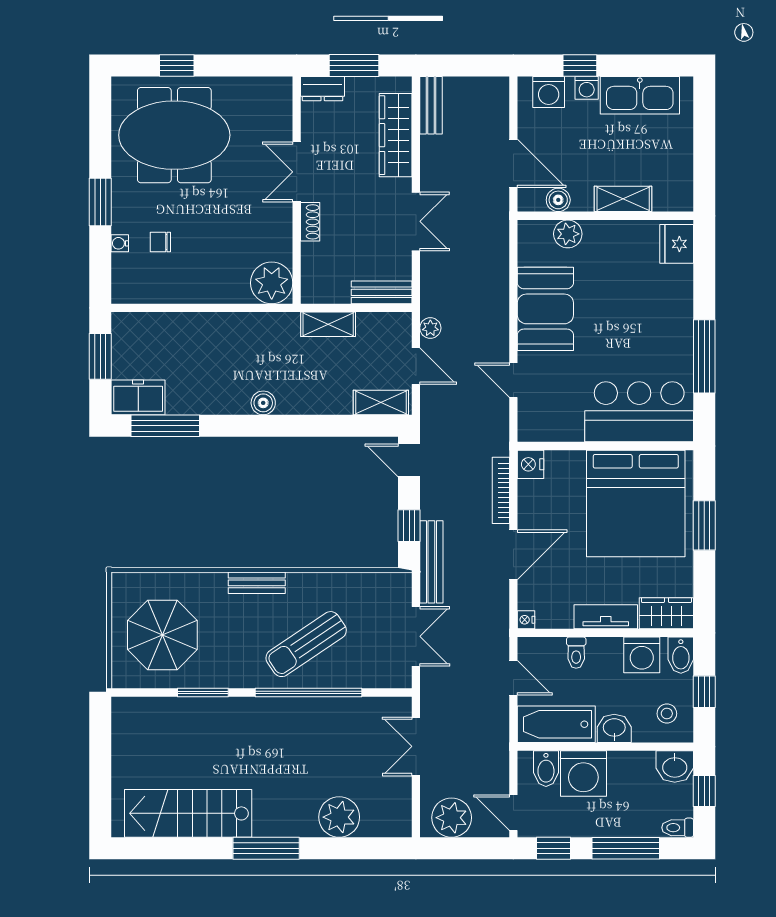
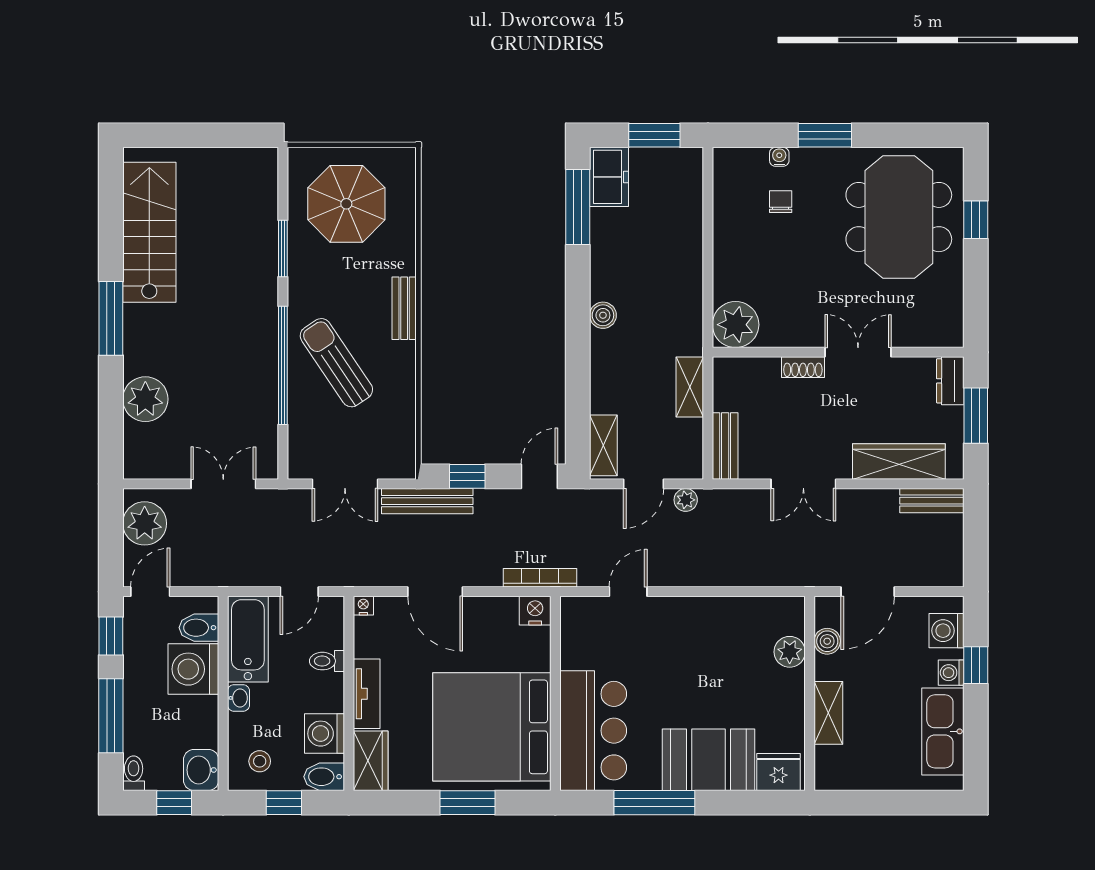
booth: (545, 309) -> (708, 760), moved
bookcase: (501, 490) -> (540, 578), moved
washbasin: (614, 728) -> (238, 698), width x0.72, depth x0.69

